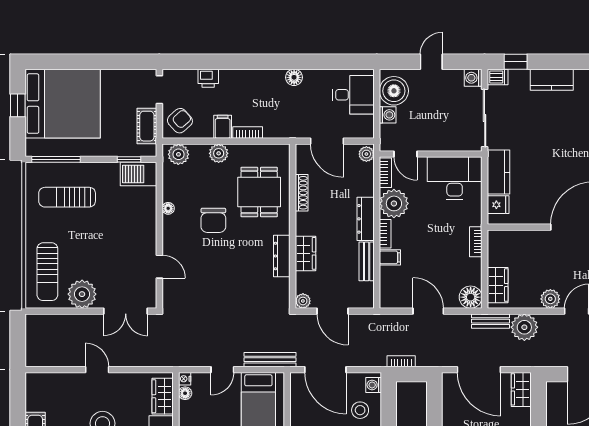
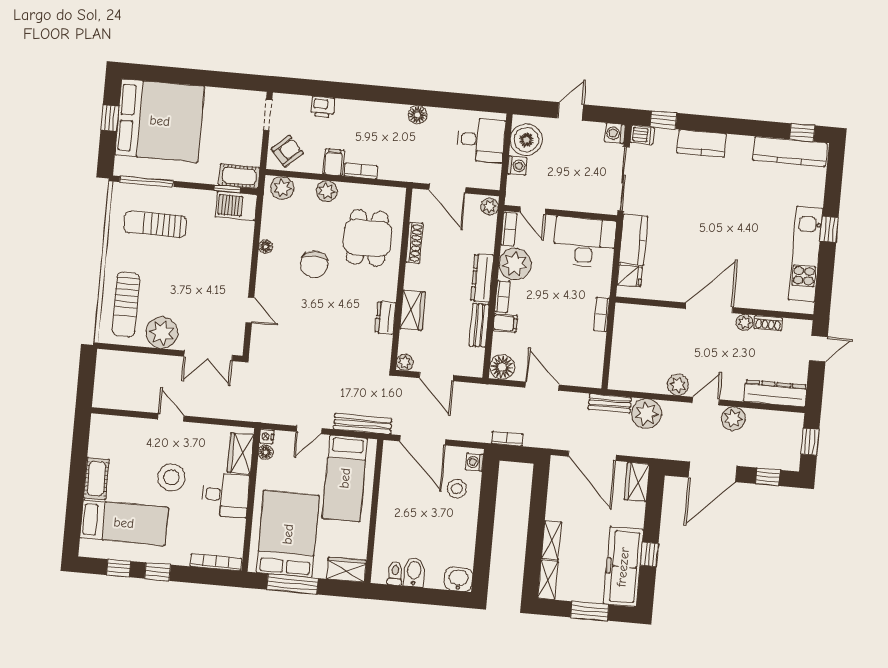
cot: (147, 126) -> (239, 176), moved, turned 90
dresser: (282, 256) -> (385, 318), width x0.70
wardrobe: (498, 285) -> (621, 364), removed
floor lamp: (471, 297) -> (502, 367), moved

